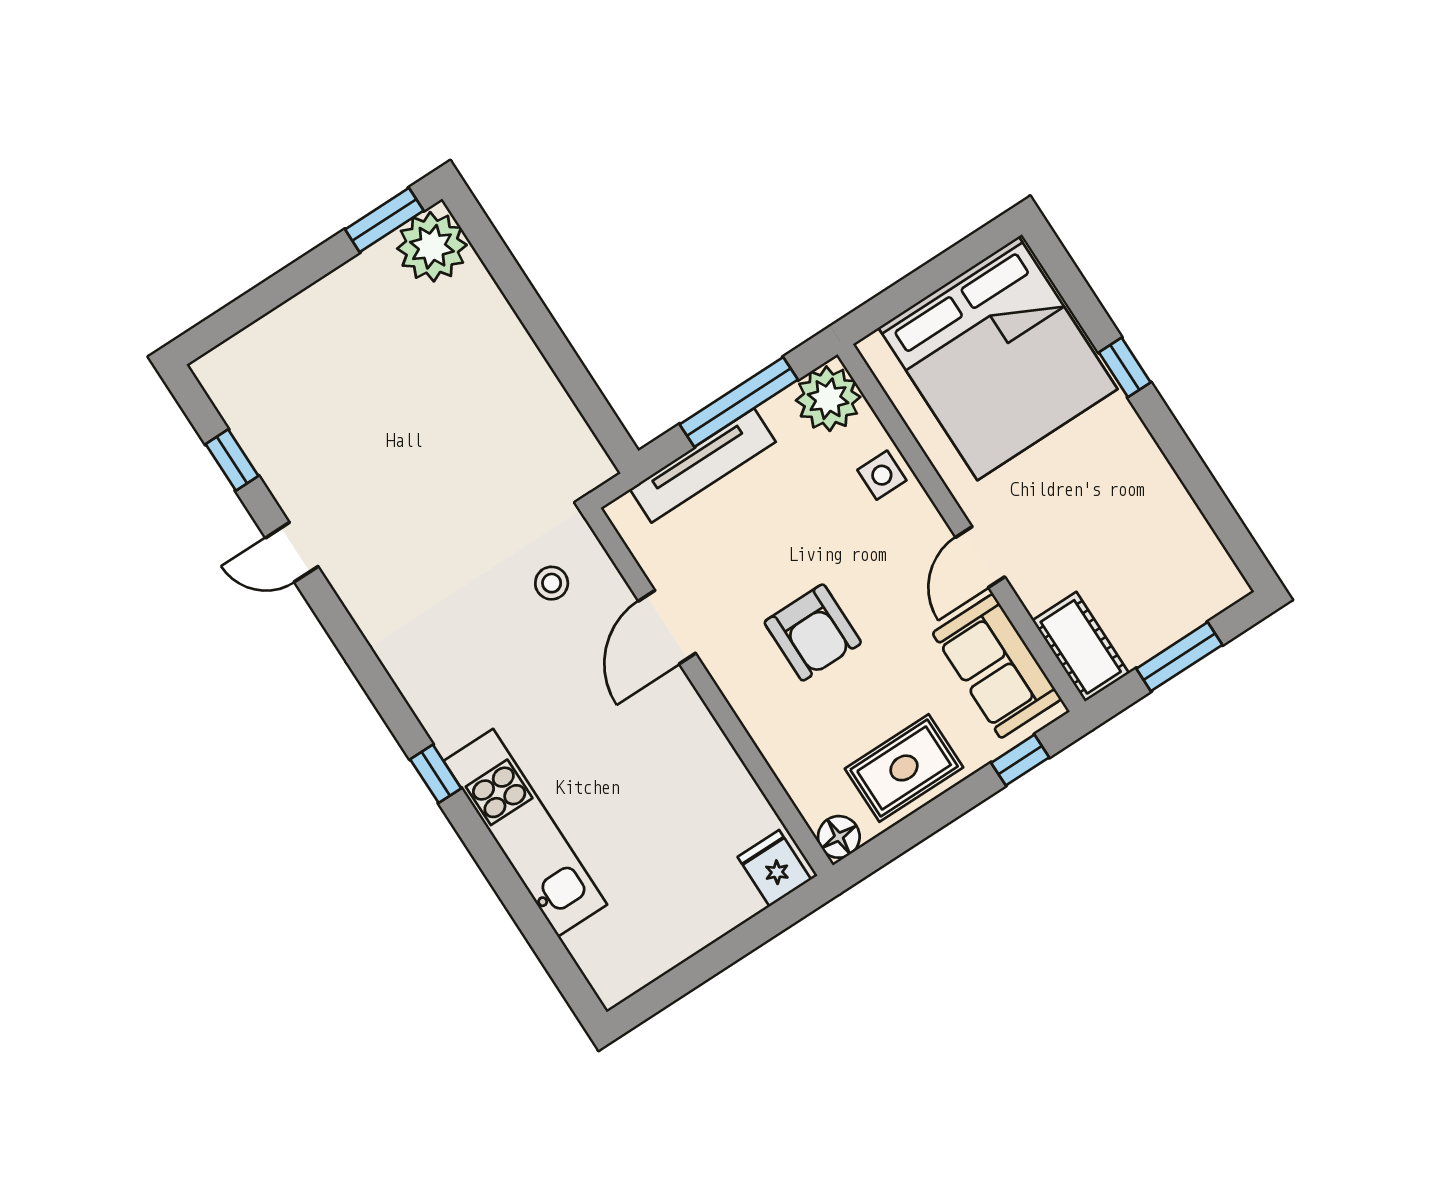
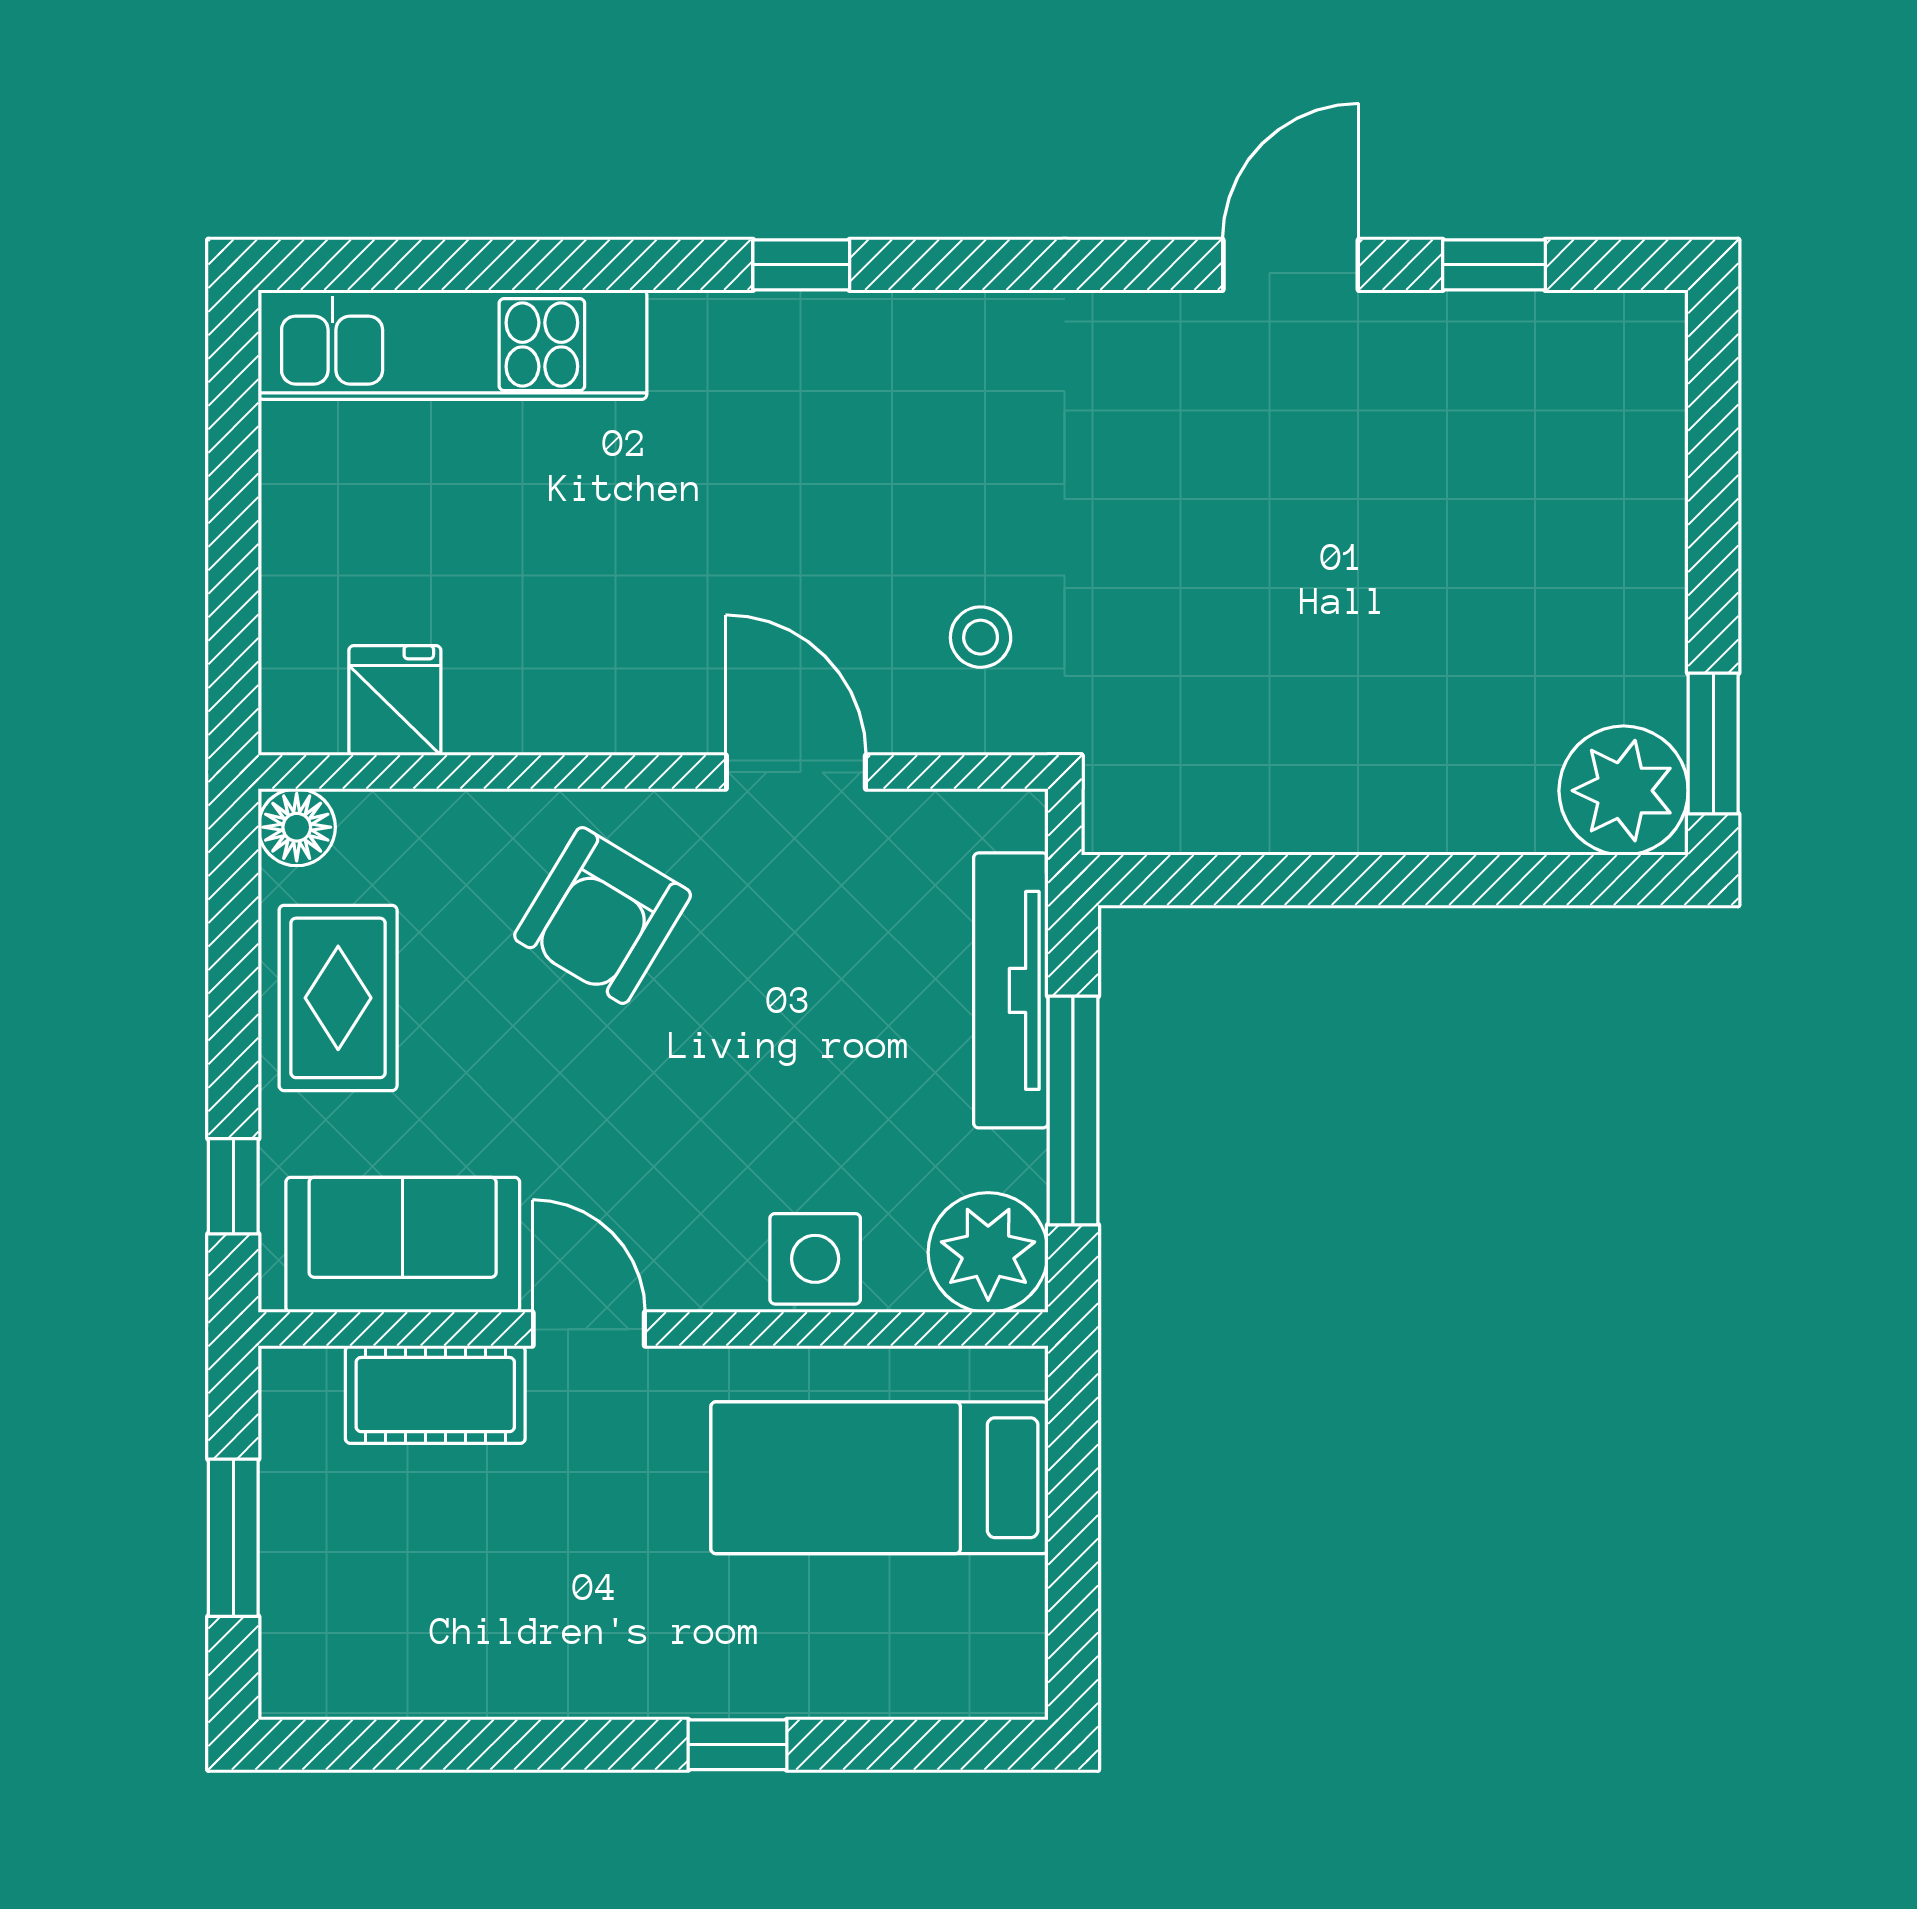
bed: (998, 358) -> (879, 1478), width x0.49
side table: (882, 475) -> (815, 1259), width x1.37, depth x1.37
door: (292, 552) -> (1291, 265), width x1.38
armchair: (813, 632) -> (603, 915), moved, turned -59
cot: (1081, 647) -> (435, 1395), moved
kitchen unit: (525, 833) -> (452, 345), moved
fridge: (774, 868) -> (395, 701), moved, turned -90

